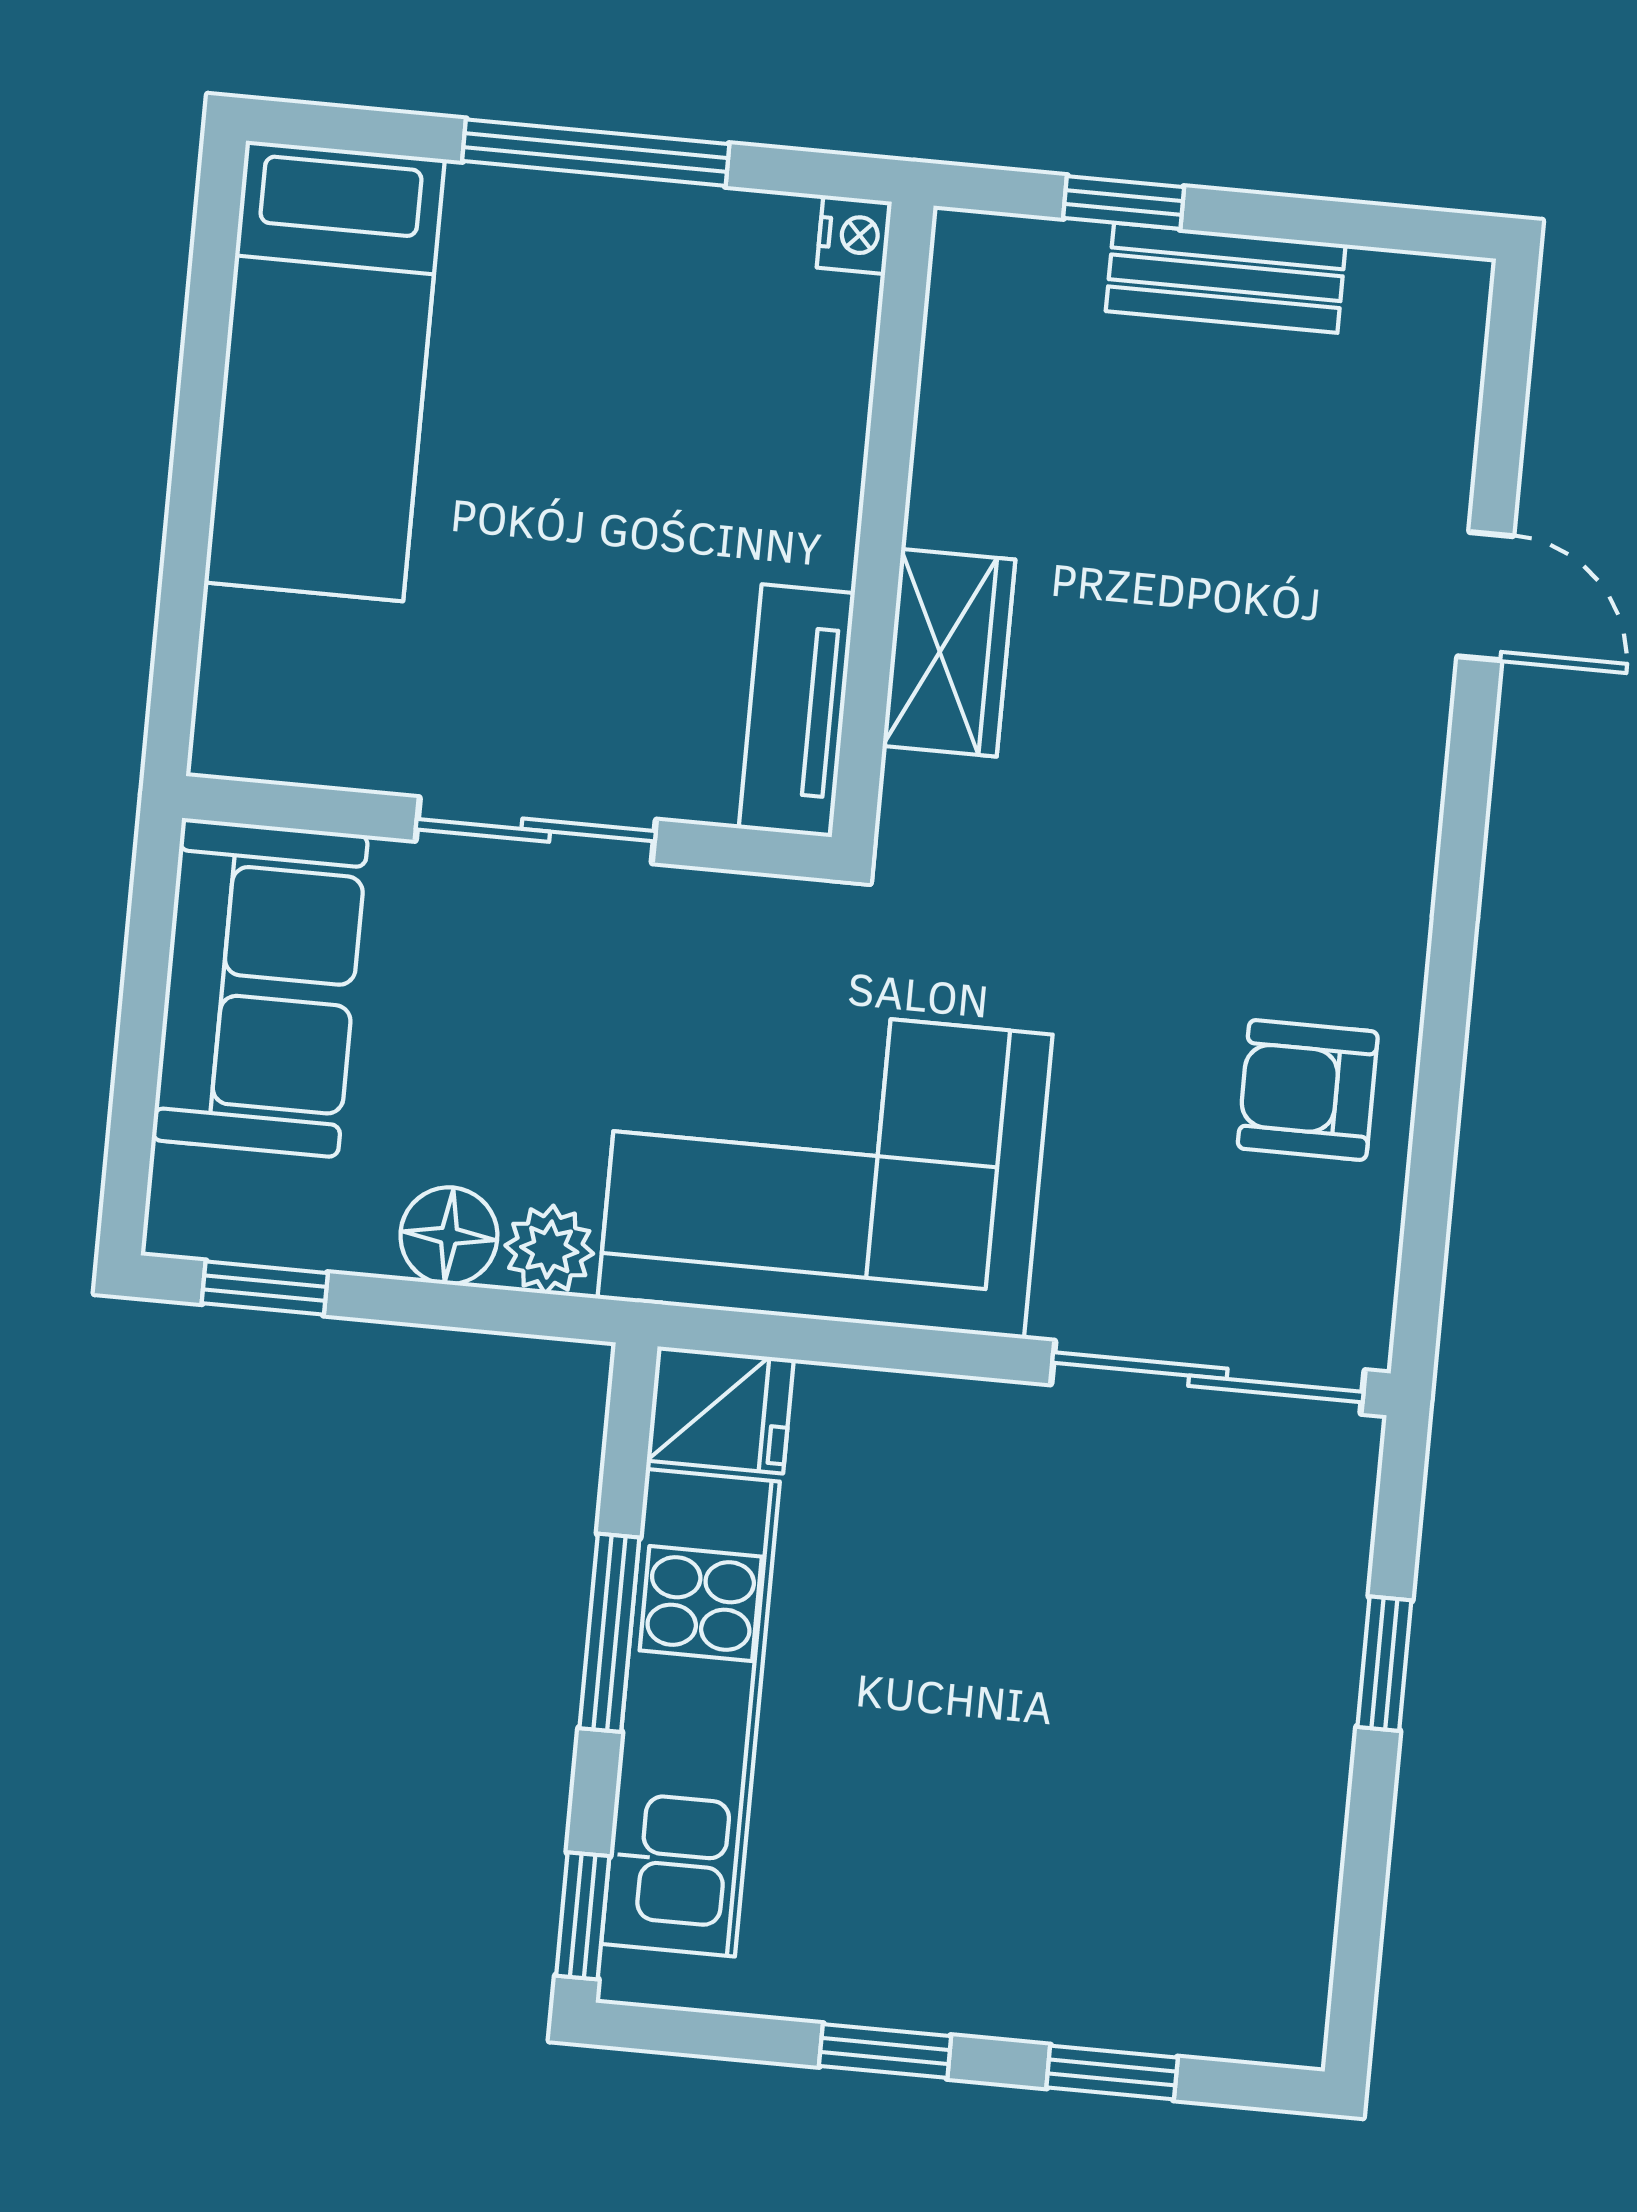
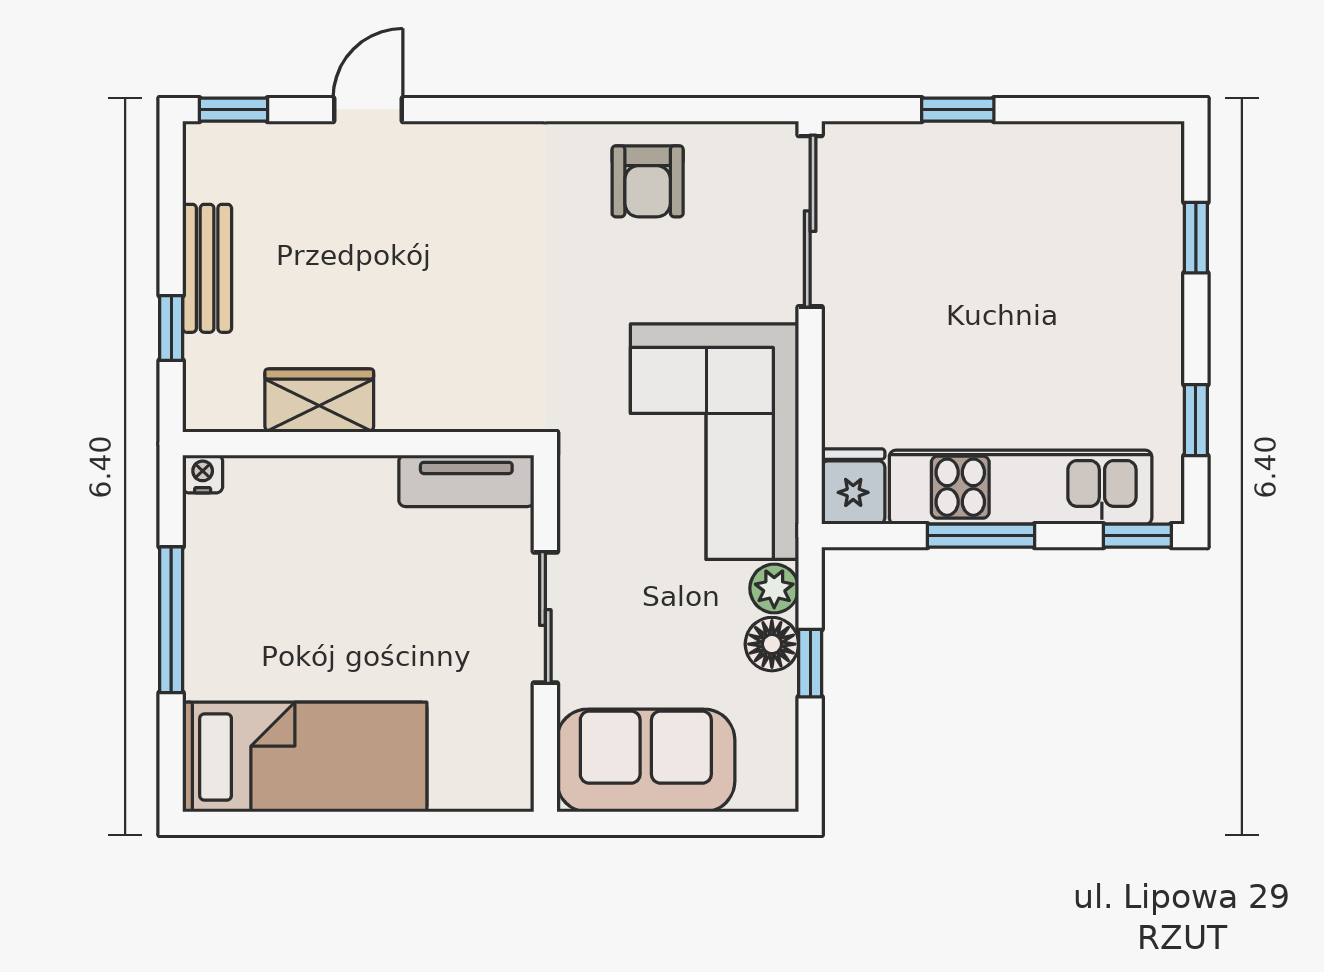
window: (1508, 353) -> (234, 110), added
wardrobe: (949, 653) -> (319, 400), moved
window: (265, 1288) -> (810, 663), moved
window: (885, 2051) -> (1196, 420), moved

